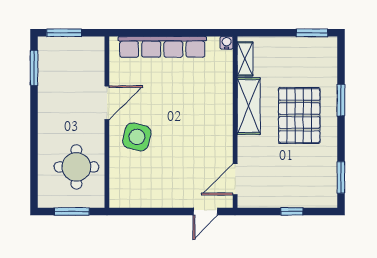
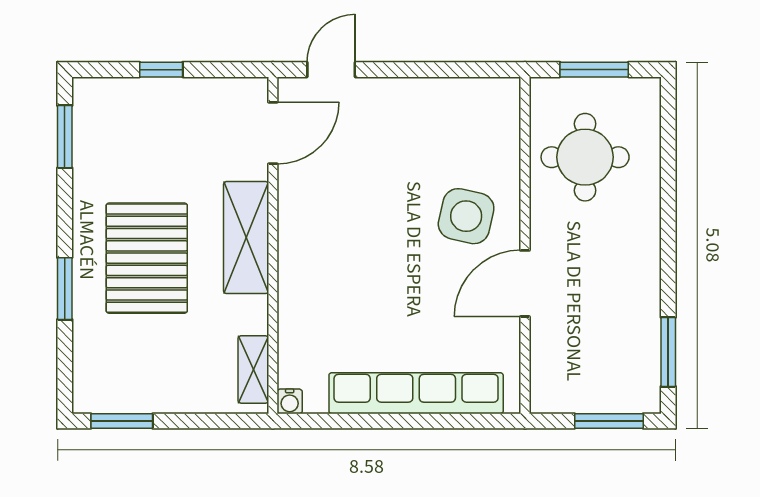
shelving: (249, 106) -> (246, 238), moved

